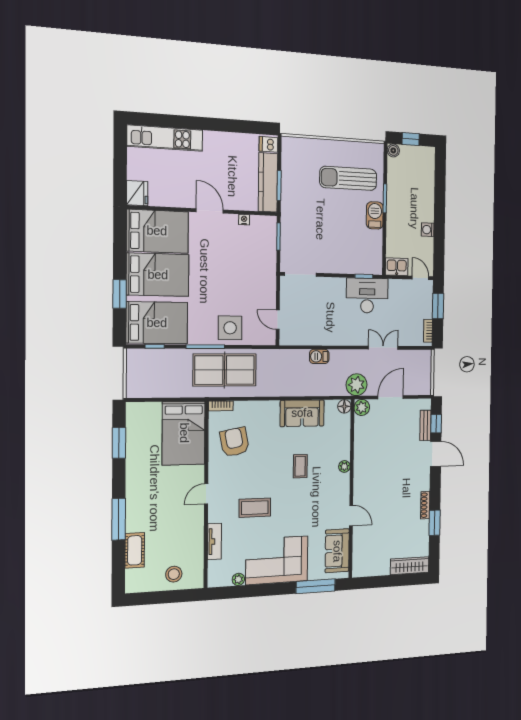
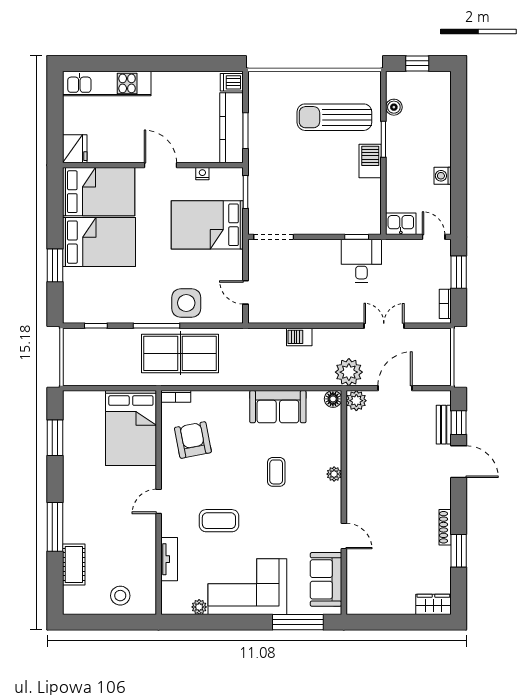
boiler: (393, 150) -> (394, 107), moved
desk: (367, 296) -> (361, 261), width x0.73
bed: (157, 323) -> (207, 225), moved, turned 180
wardrobe: (410, 566) -> (433, 604), width x0.67

